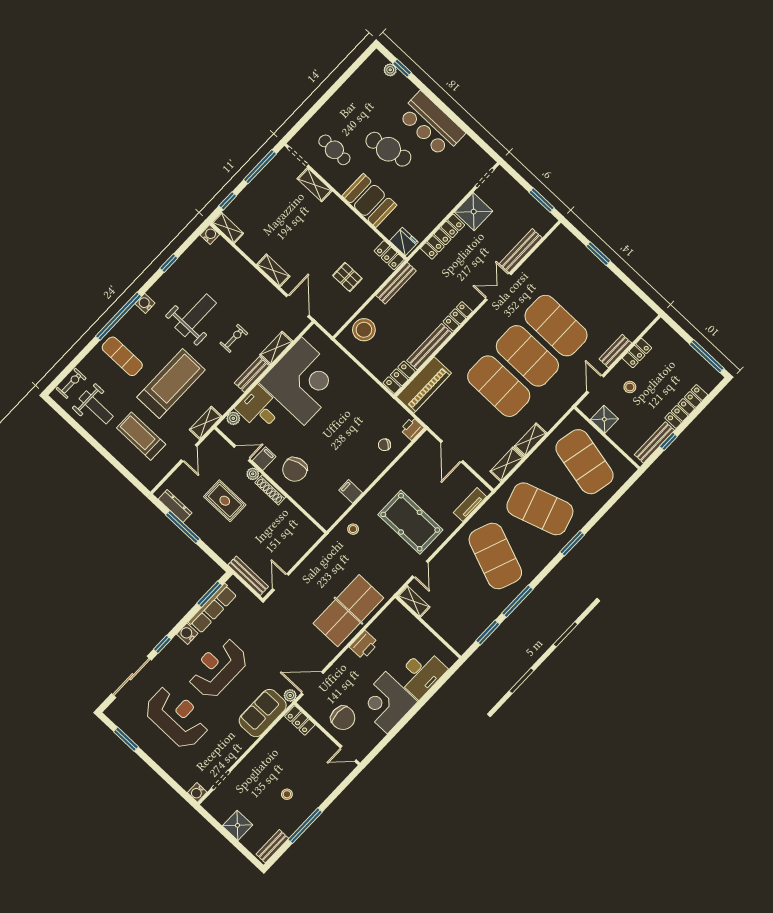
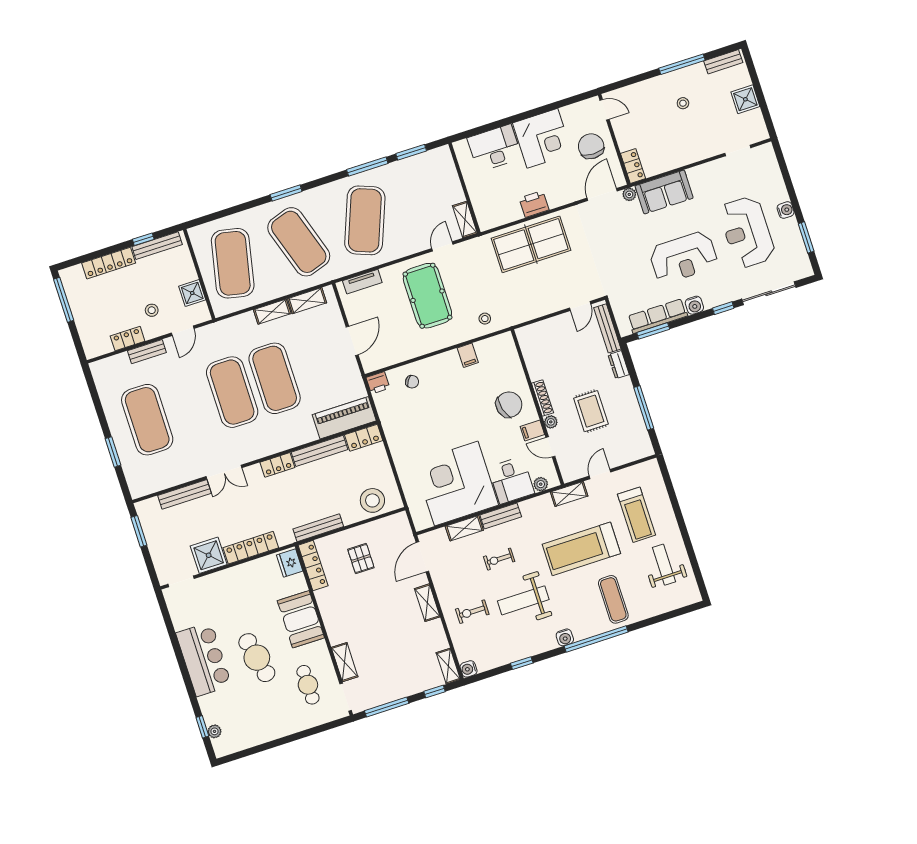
locker: (389, 255) -> (313, 566), width x1.53
exercise mat: (556, 326) -> (147, 420), moved
exercise bike: (71, 383) -> (472, 612), moved
dresser: (175, 506) -> (619, 365), moved, width x0.70
door: (312, 683) -> (602, 195), swing flipped
water cooler: (197, 792) -> (786, 210), moved

